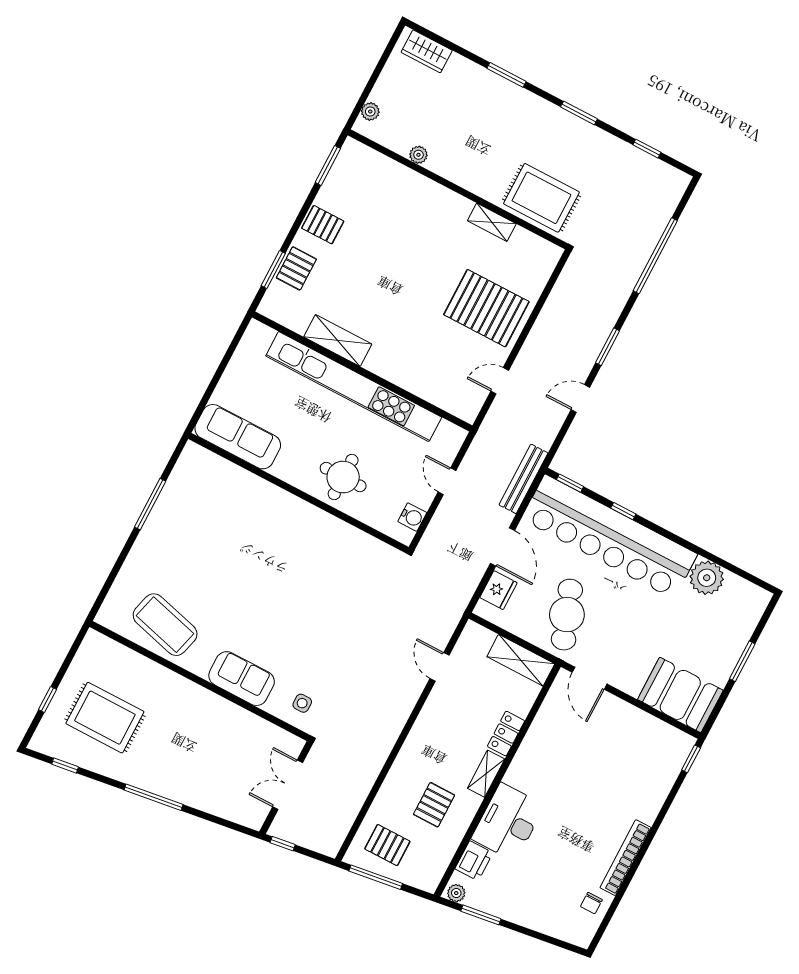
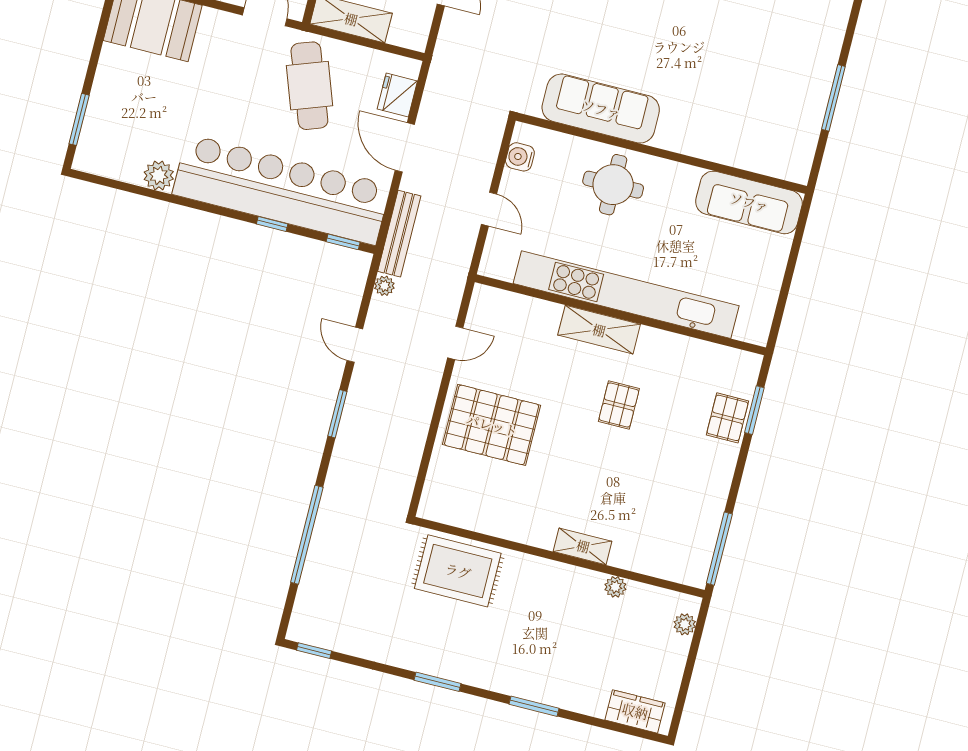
window: (647, 149) -> (314, 651), moved
window: (328, 165) -> (719, 549), width x1.44
shelving: (492, 222) -> (583, 546), moved
pallet: (323, 225) -> (619, 405), moved, turned 90
shelving: (338, 340) -> (599, 330), moved
door: (580, 399) -> (355, 345), swing flipped
plant: (545, 440) -> (384, 286), added
sofa: (338, 540) -> (601, 109), added
plant: (707, 578) -> (159, 175), width x0.73, depth x0.73
window: (742, 661) -> (79, 119), moved

